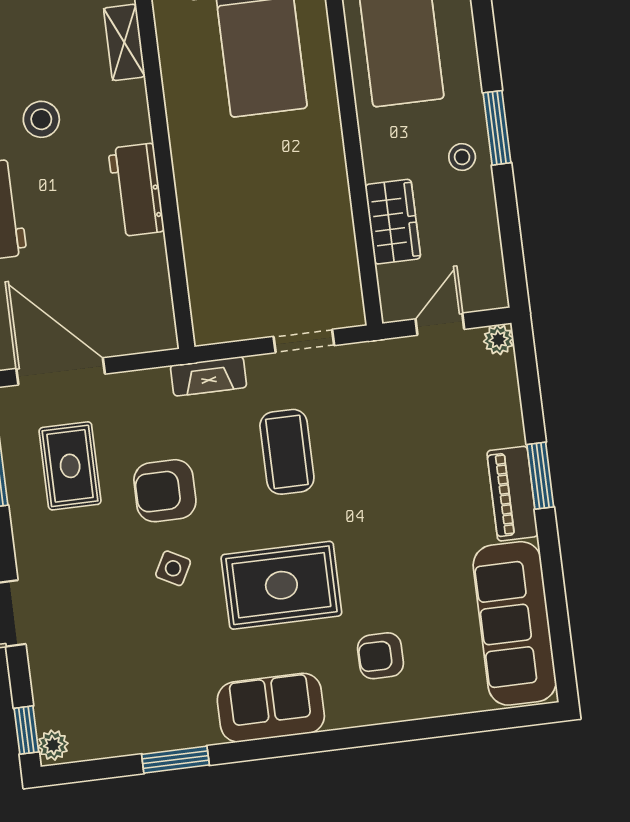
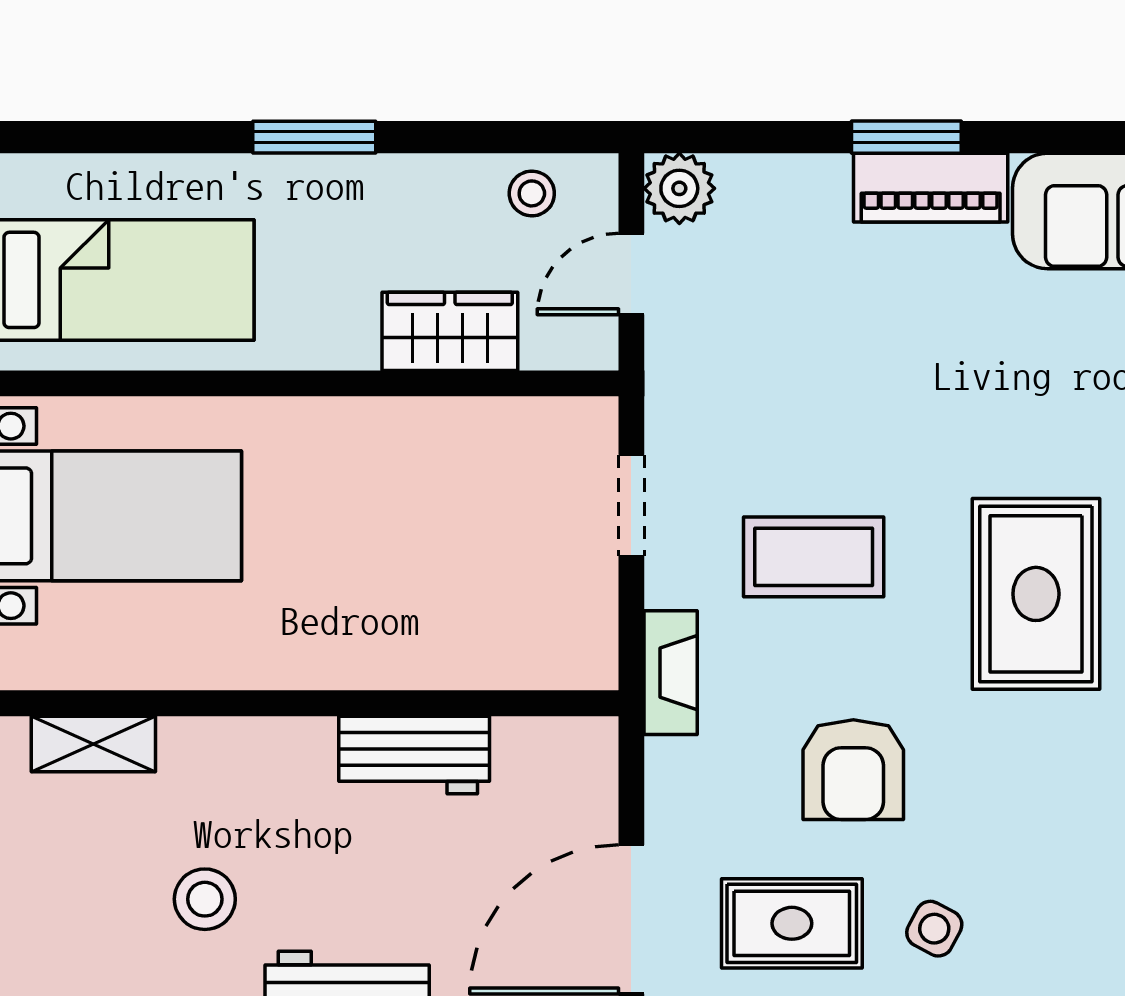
stool: (462, 157) -> (532, 193), moved
workbench: (136, 190) -> (414, 755), moved
door: (440, 324) -> (631, 274), hinge flipped
plant: (499, 340) -> (679, 188), width x1.38, depth x1.38
side table: (173, 568) -> (934, 929), moved

